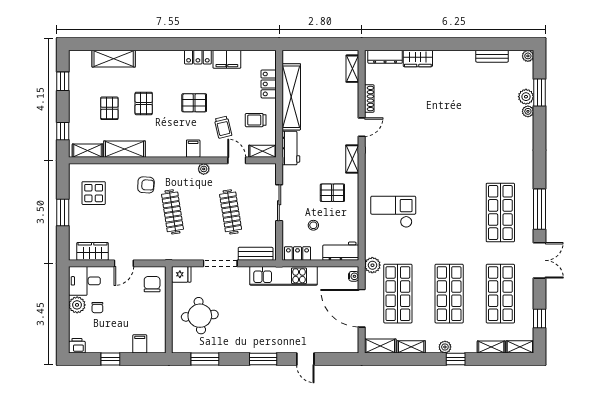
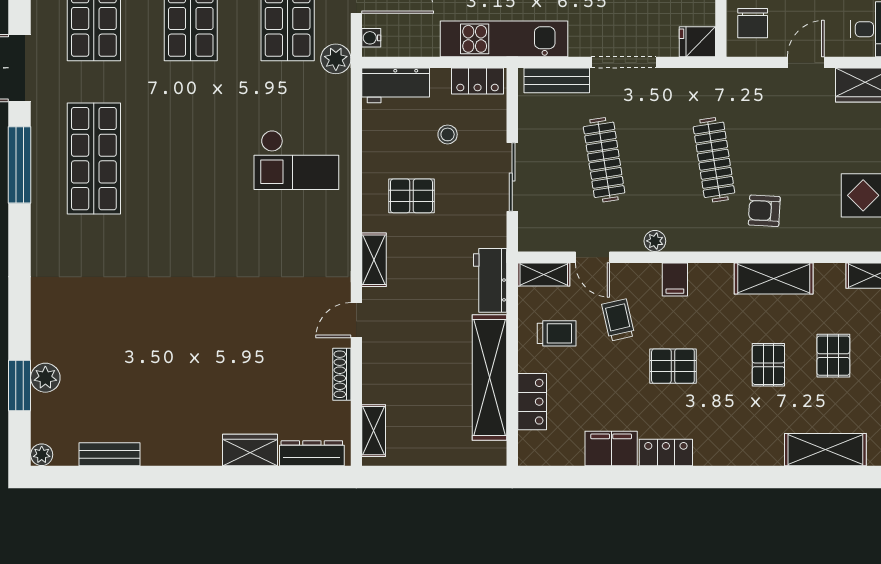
plant: (528, 111) -> (42, 350), removed
shelving: (124, 149) -> (774, 278), moved

